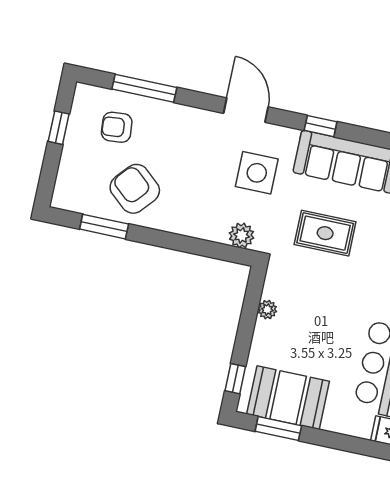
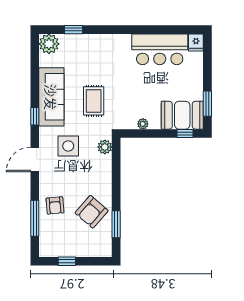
armchair: (117, 127) -> (55, 205), moved
booth: (288, 398) -> (182, 115), moved, turned 90

